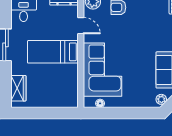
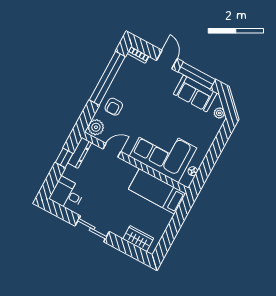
bed: (53, 52) -> (157, 191), moved, turned 90

